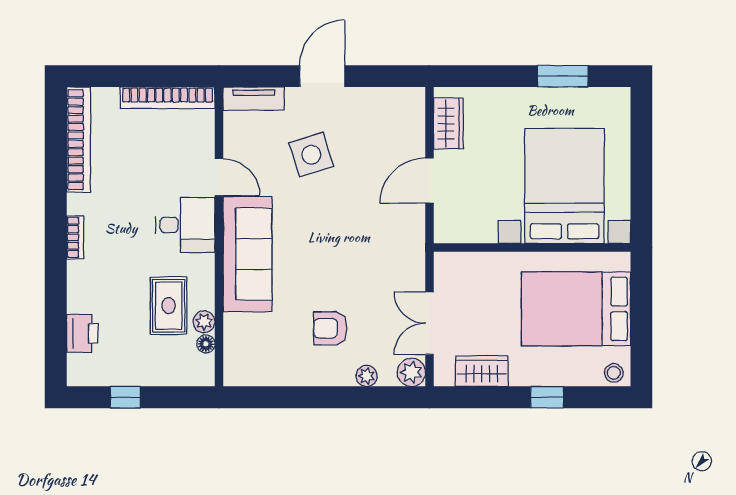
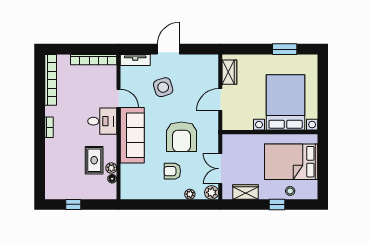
armchair: (349, 257) -> (181, 137), added
printer: (82, 333) -> (52, 174), removed
stool: (614, 373) -> (290, 191), moved

